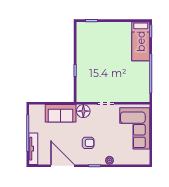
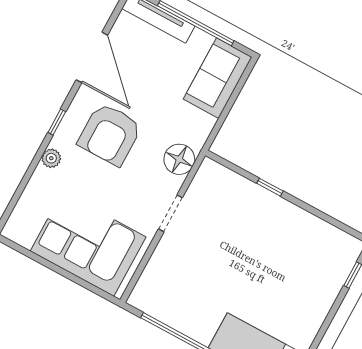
sofa: (61, 113) -> (218, 78), moved
armchair: (88, 143) -> (110, 134), width x1.88, depth x1.88
door: (62, 166) -> (92, 57), hinge flipped

